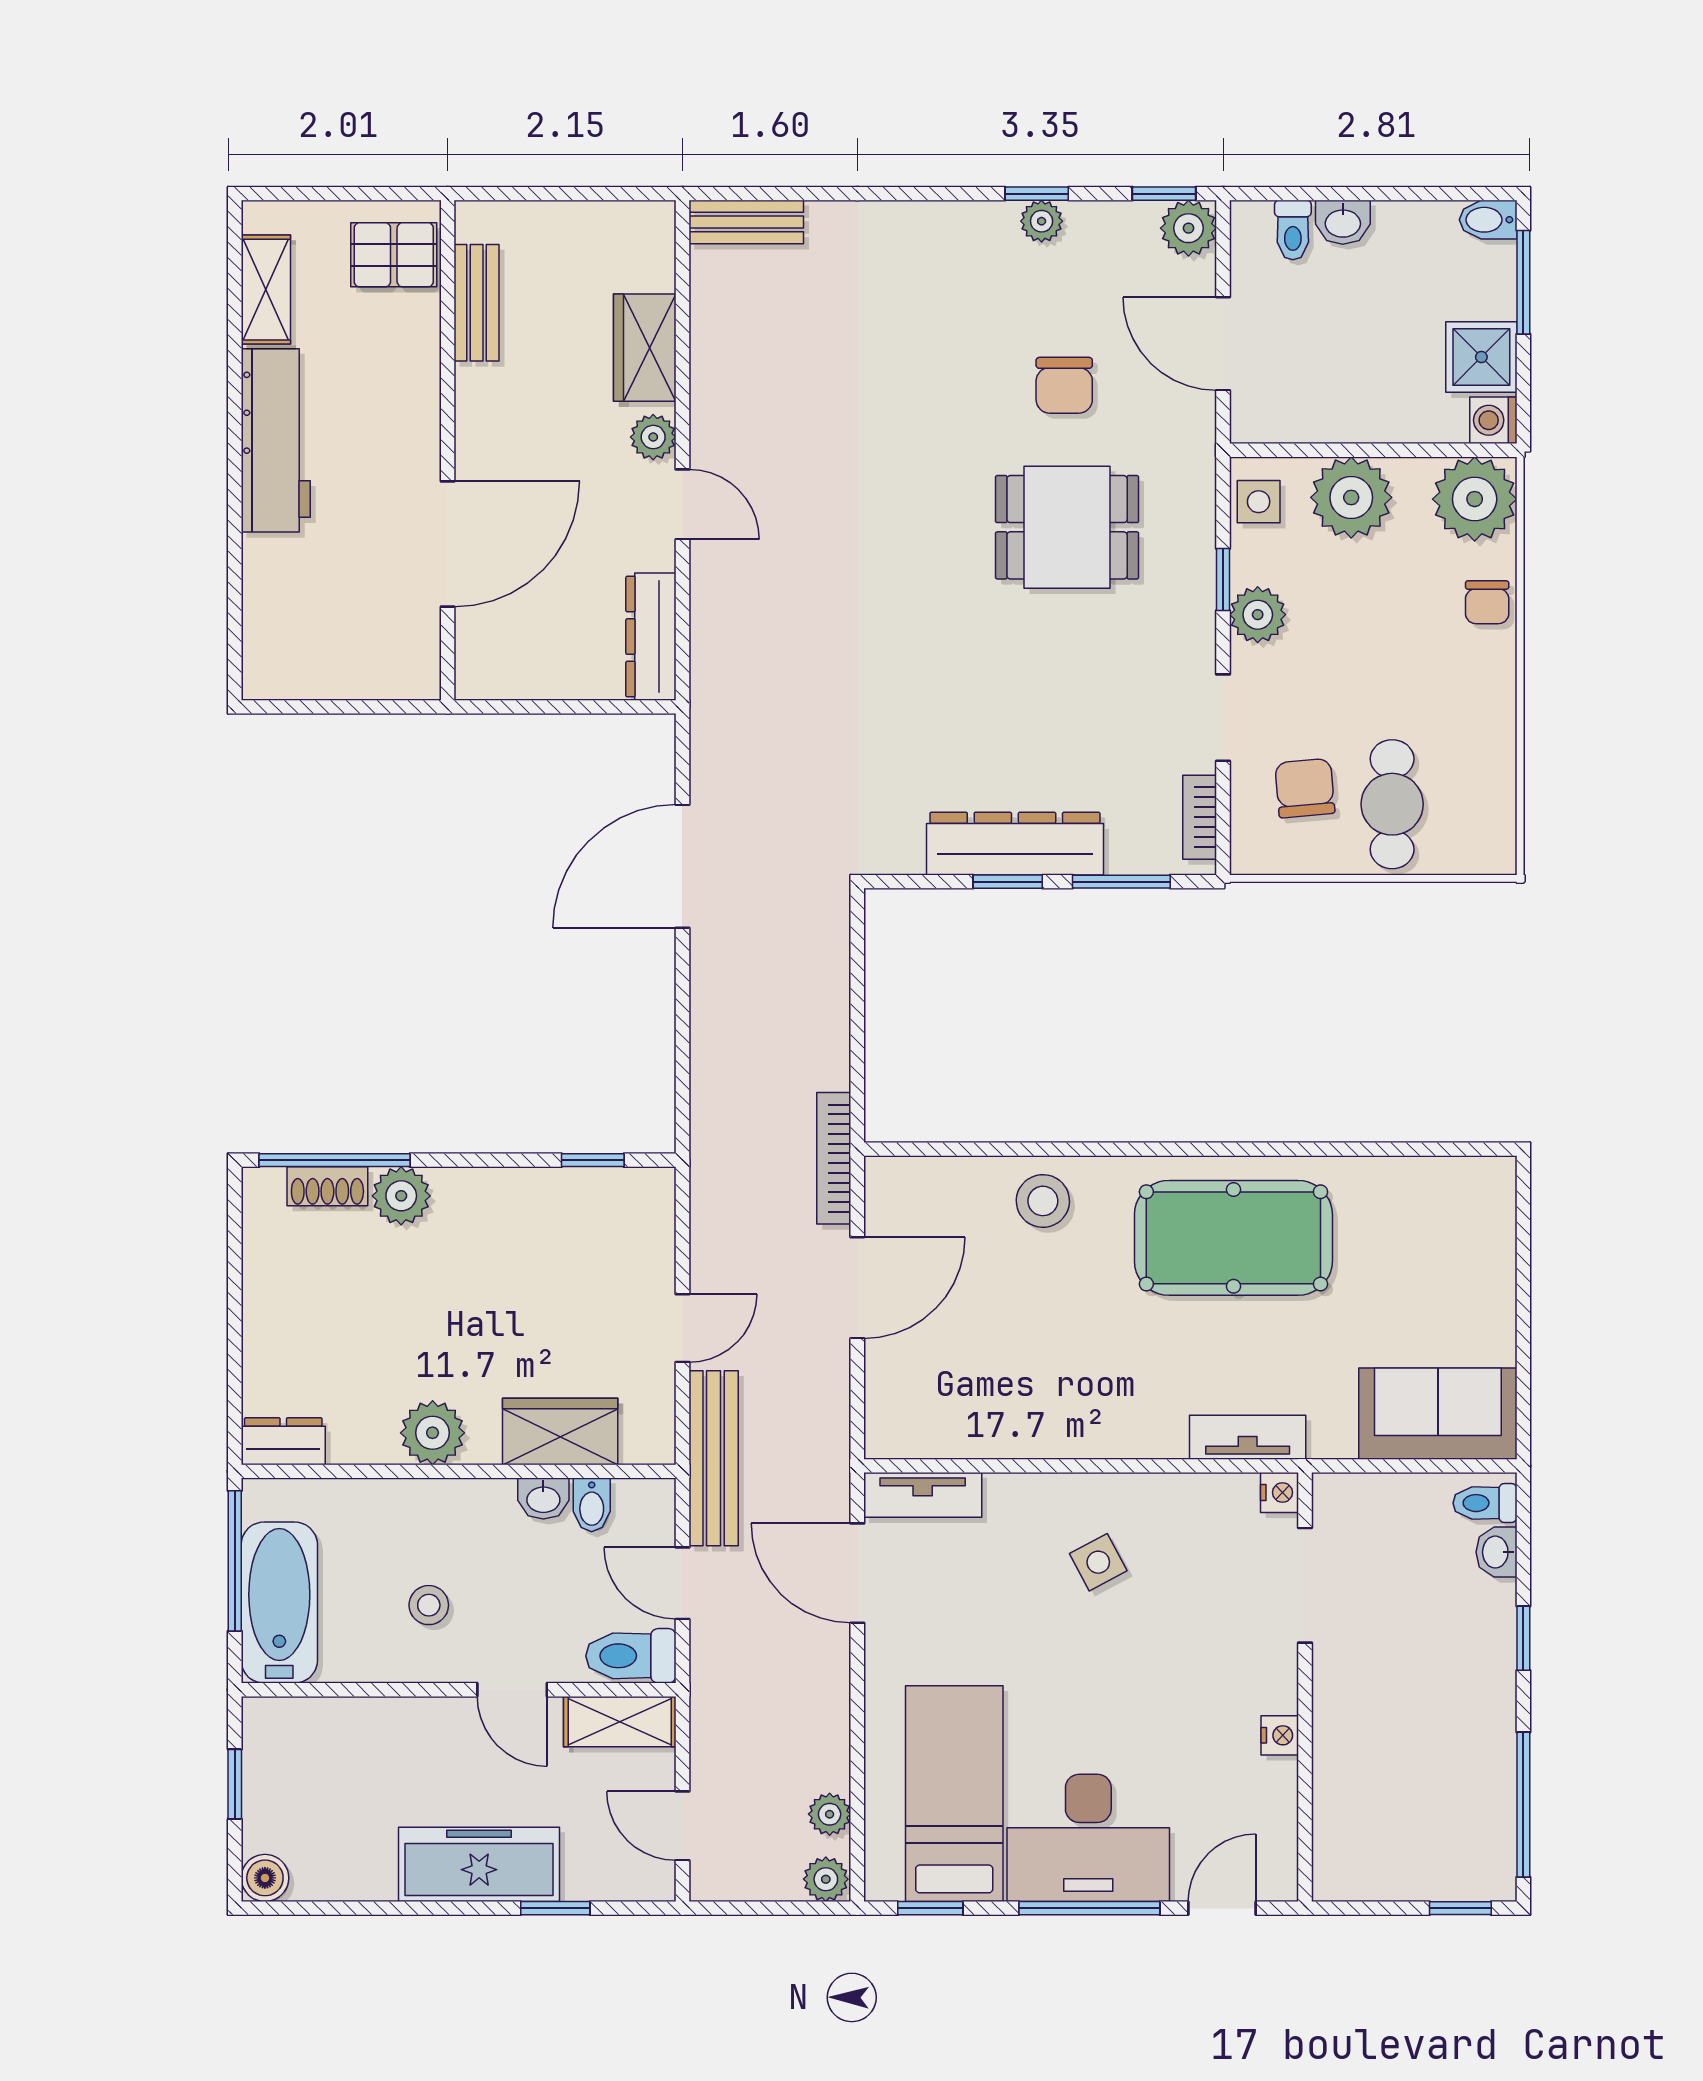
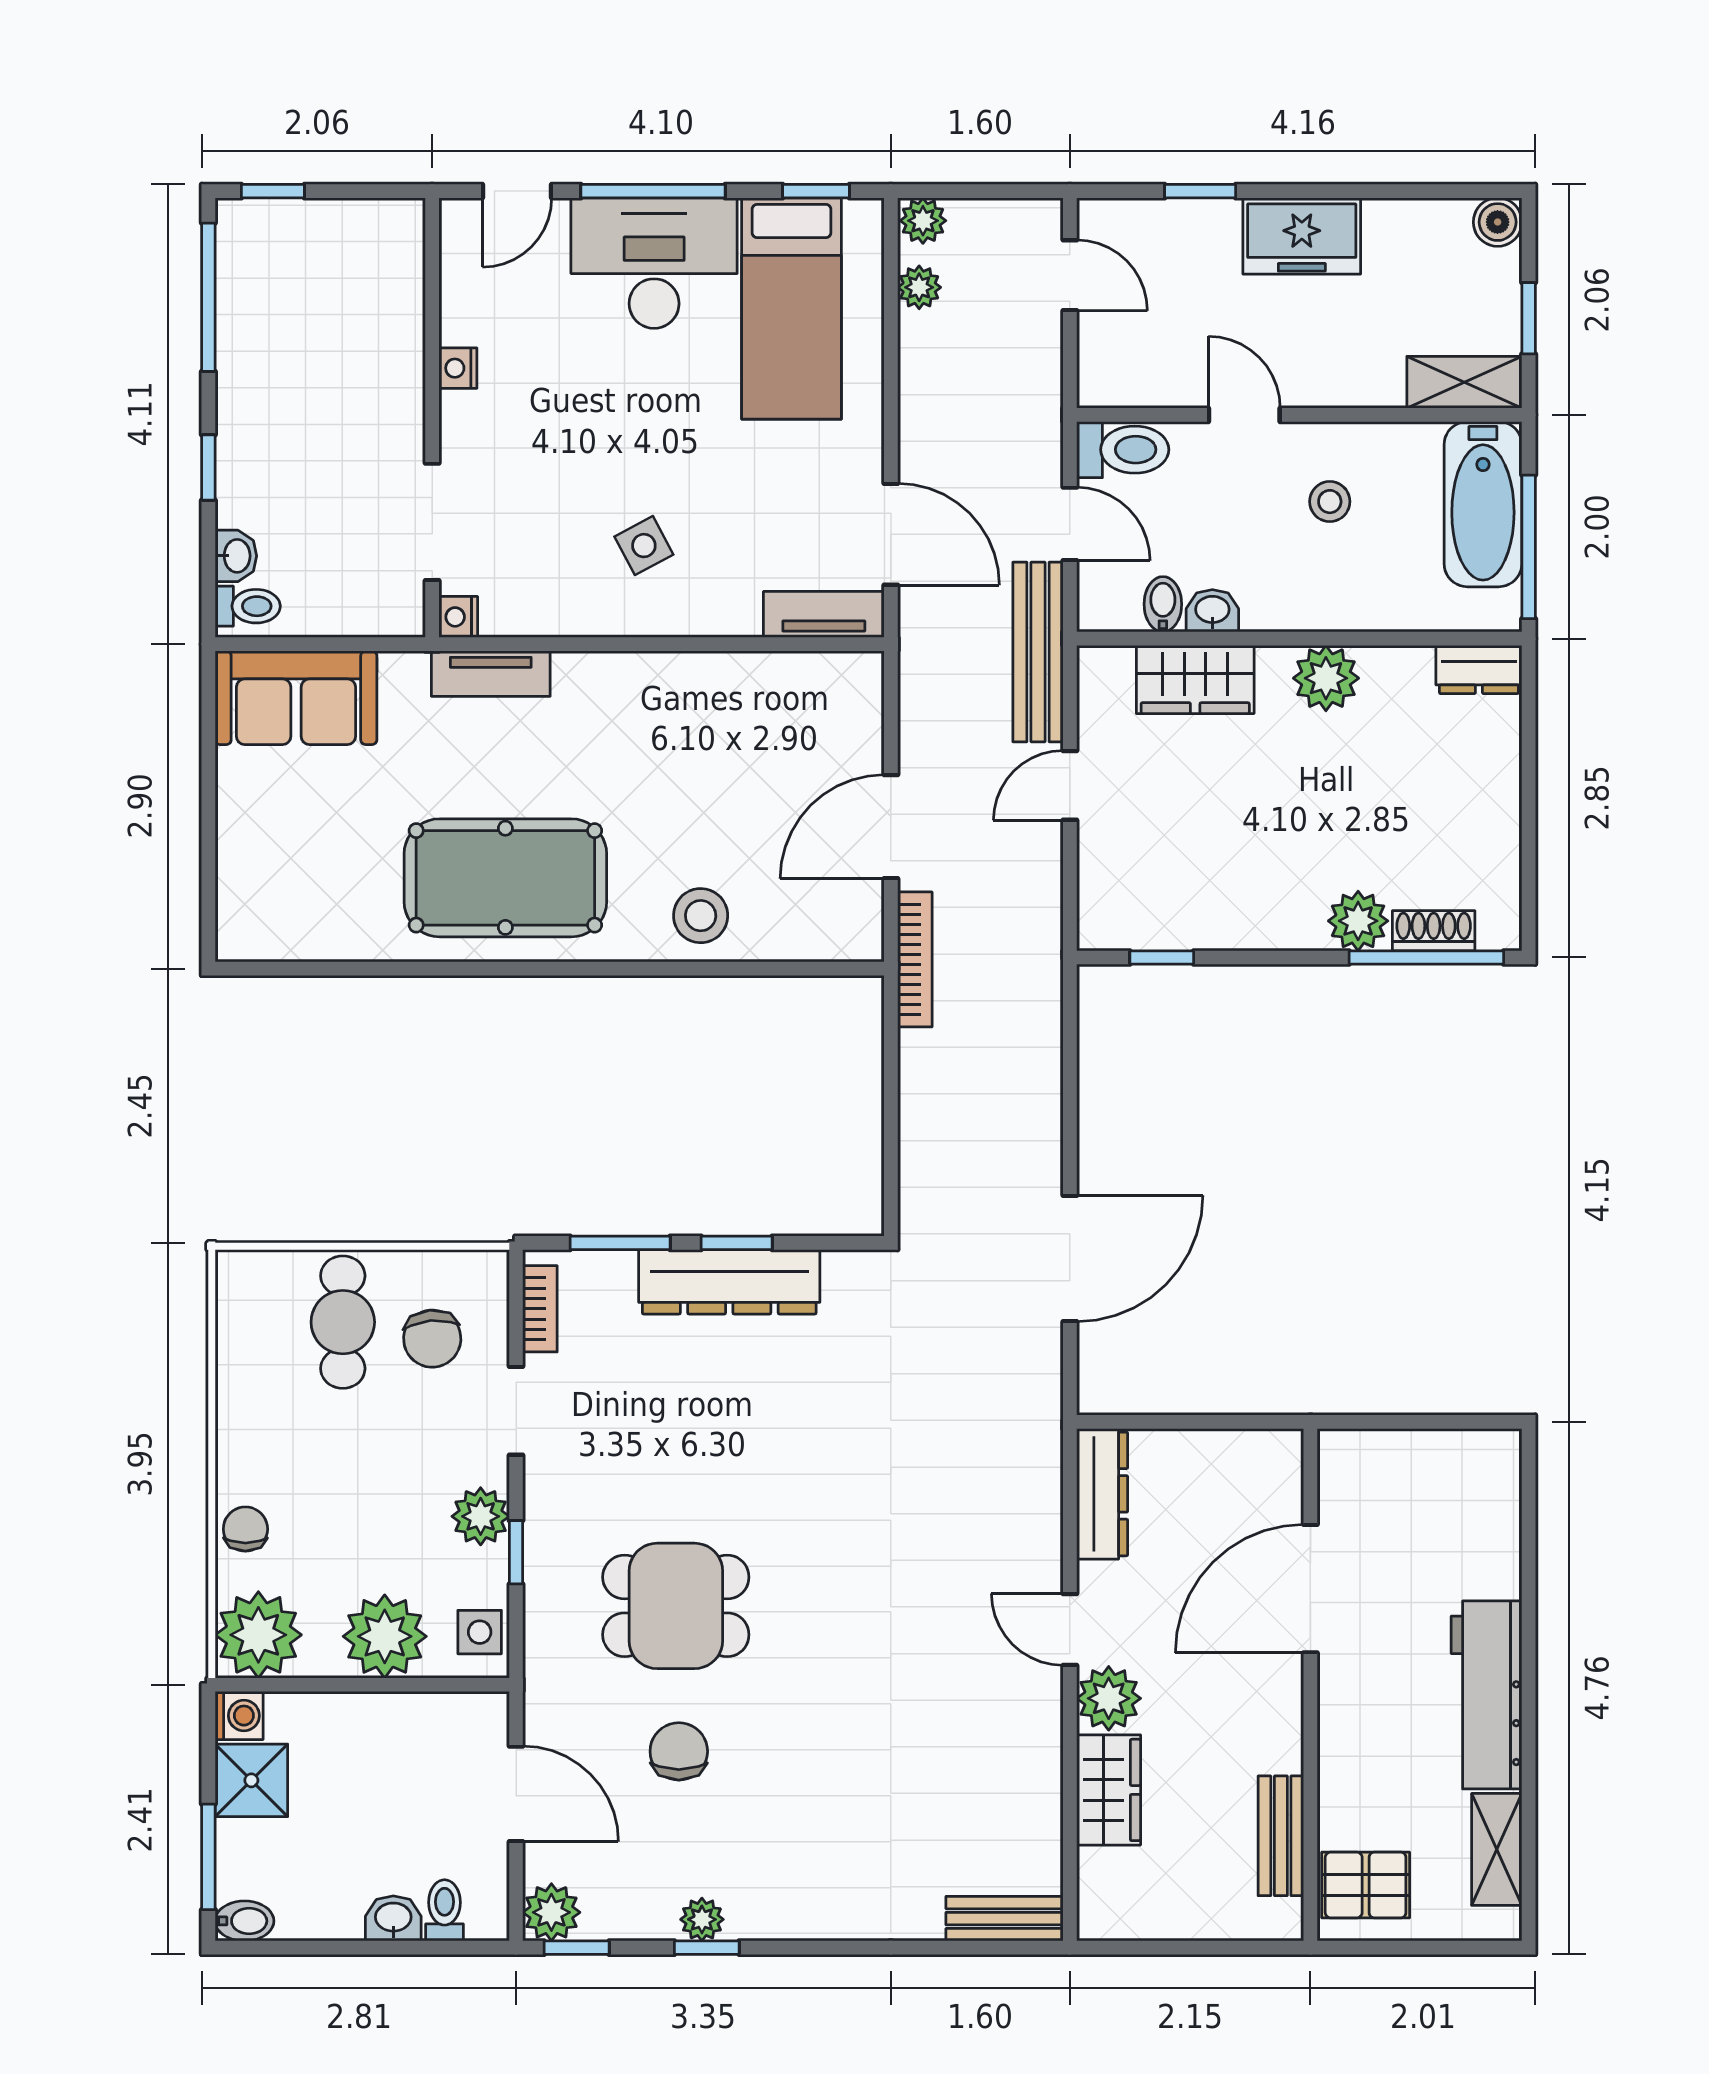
plant: (653, 437) -> (1109, 1698), width x1.38, depth x1.38
shelving: (620, 1722) -> (1464, 382), moved
freezer: (479, 1864) -> (1302, 236), width x0.71

